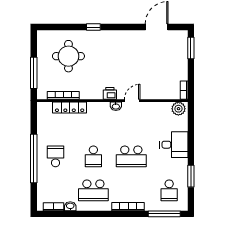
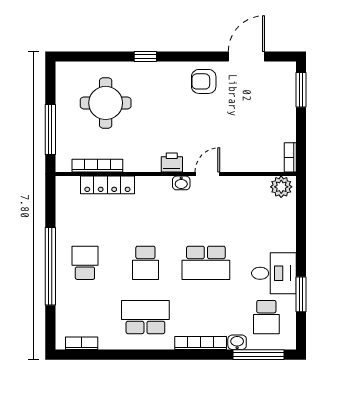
armchair: (130, 43) -> (204, 81), added
desk: (174, 145) -> (274, 273), moved
school desk: (93, 190) -> (145, 317), turned 180
washbasin: (70, 206) -> (237, 342), moved

